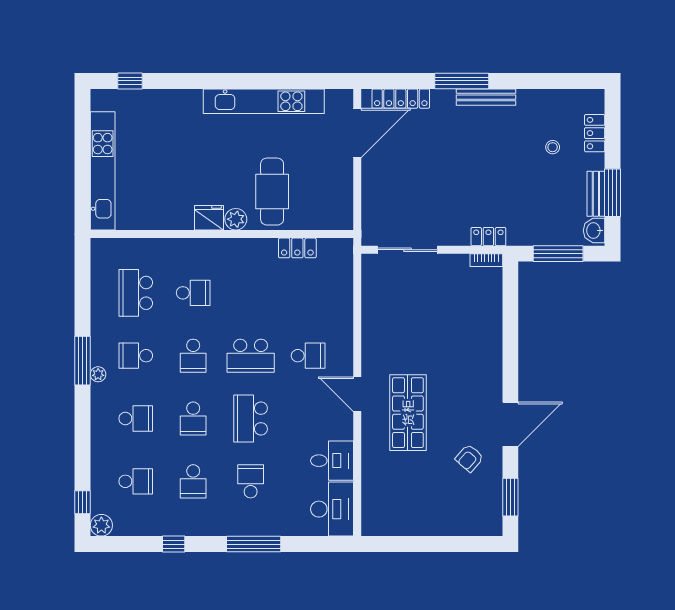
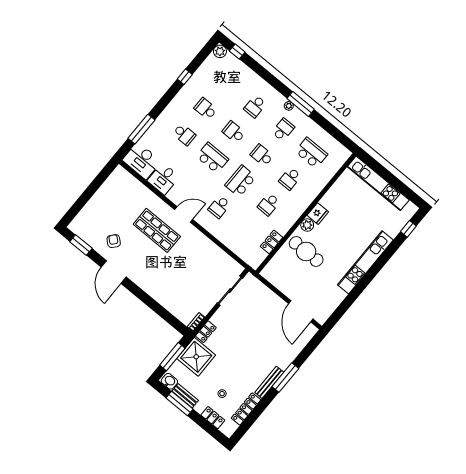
locker: (401, 99) -> (246, 409), moved
kitchen unit: (264, 101) -> (365, 262), moved
shower: (532, 222) -> (196, 357), added
school desk: (136, 481) -> (269, 204), moved
window: (254, 544) -> (141, 129), moved

